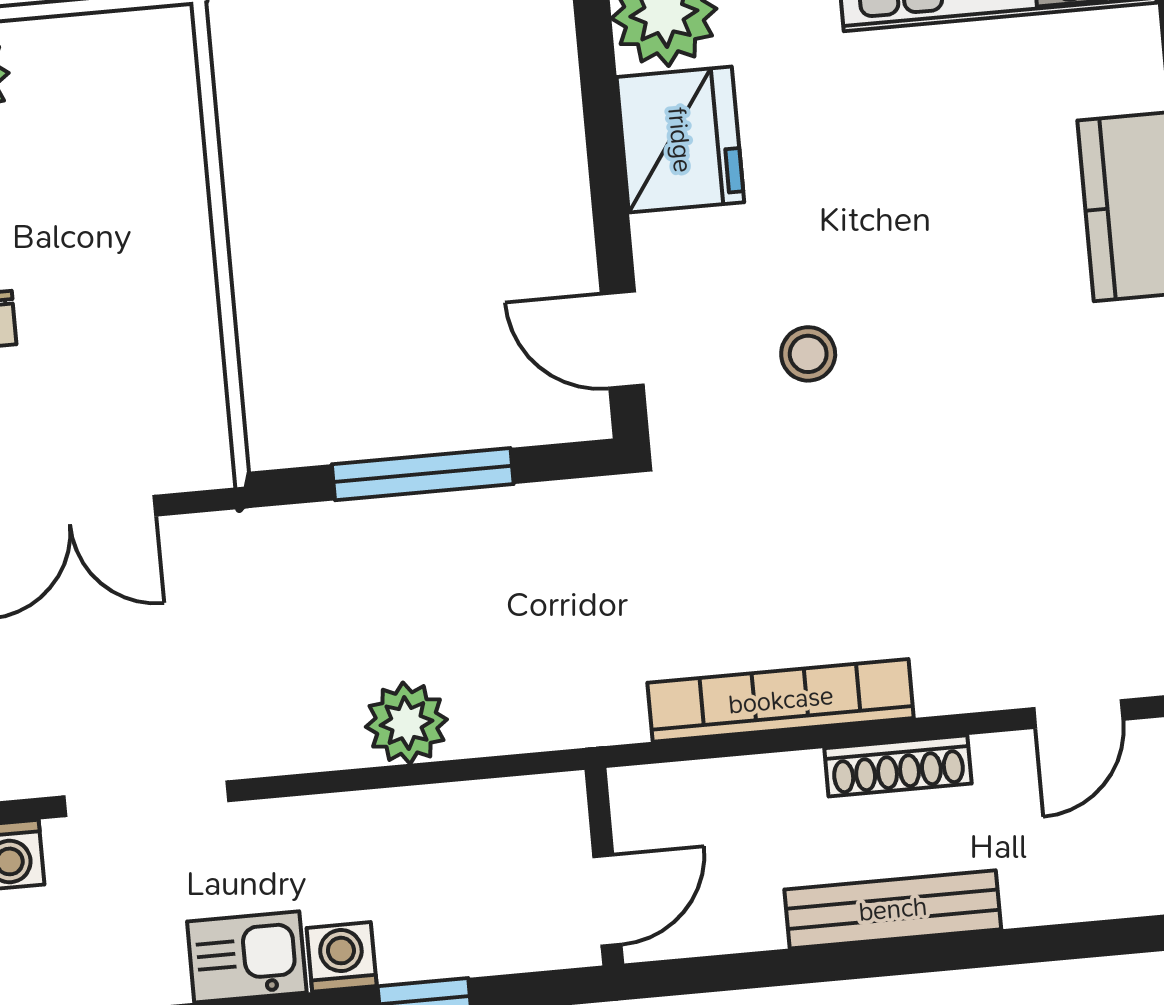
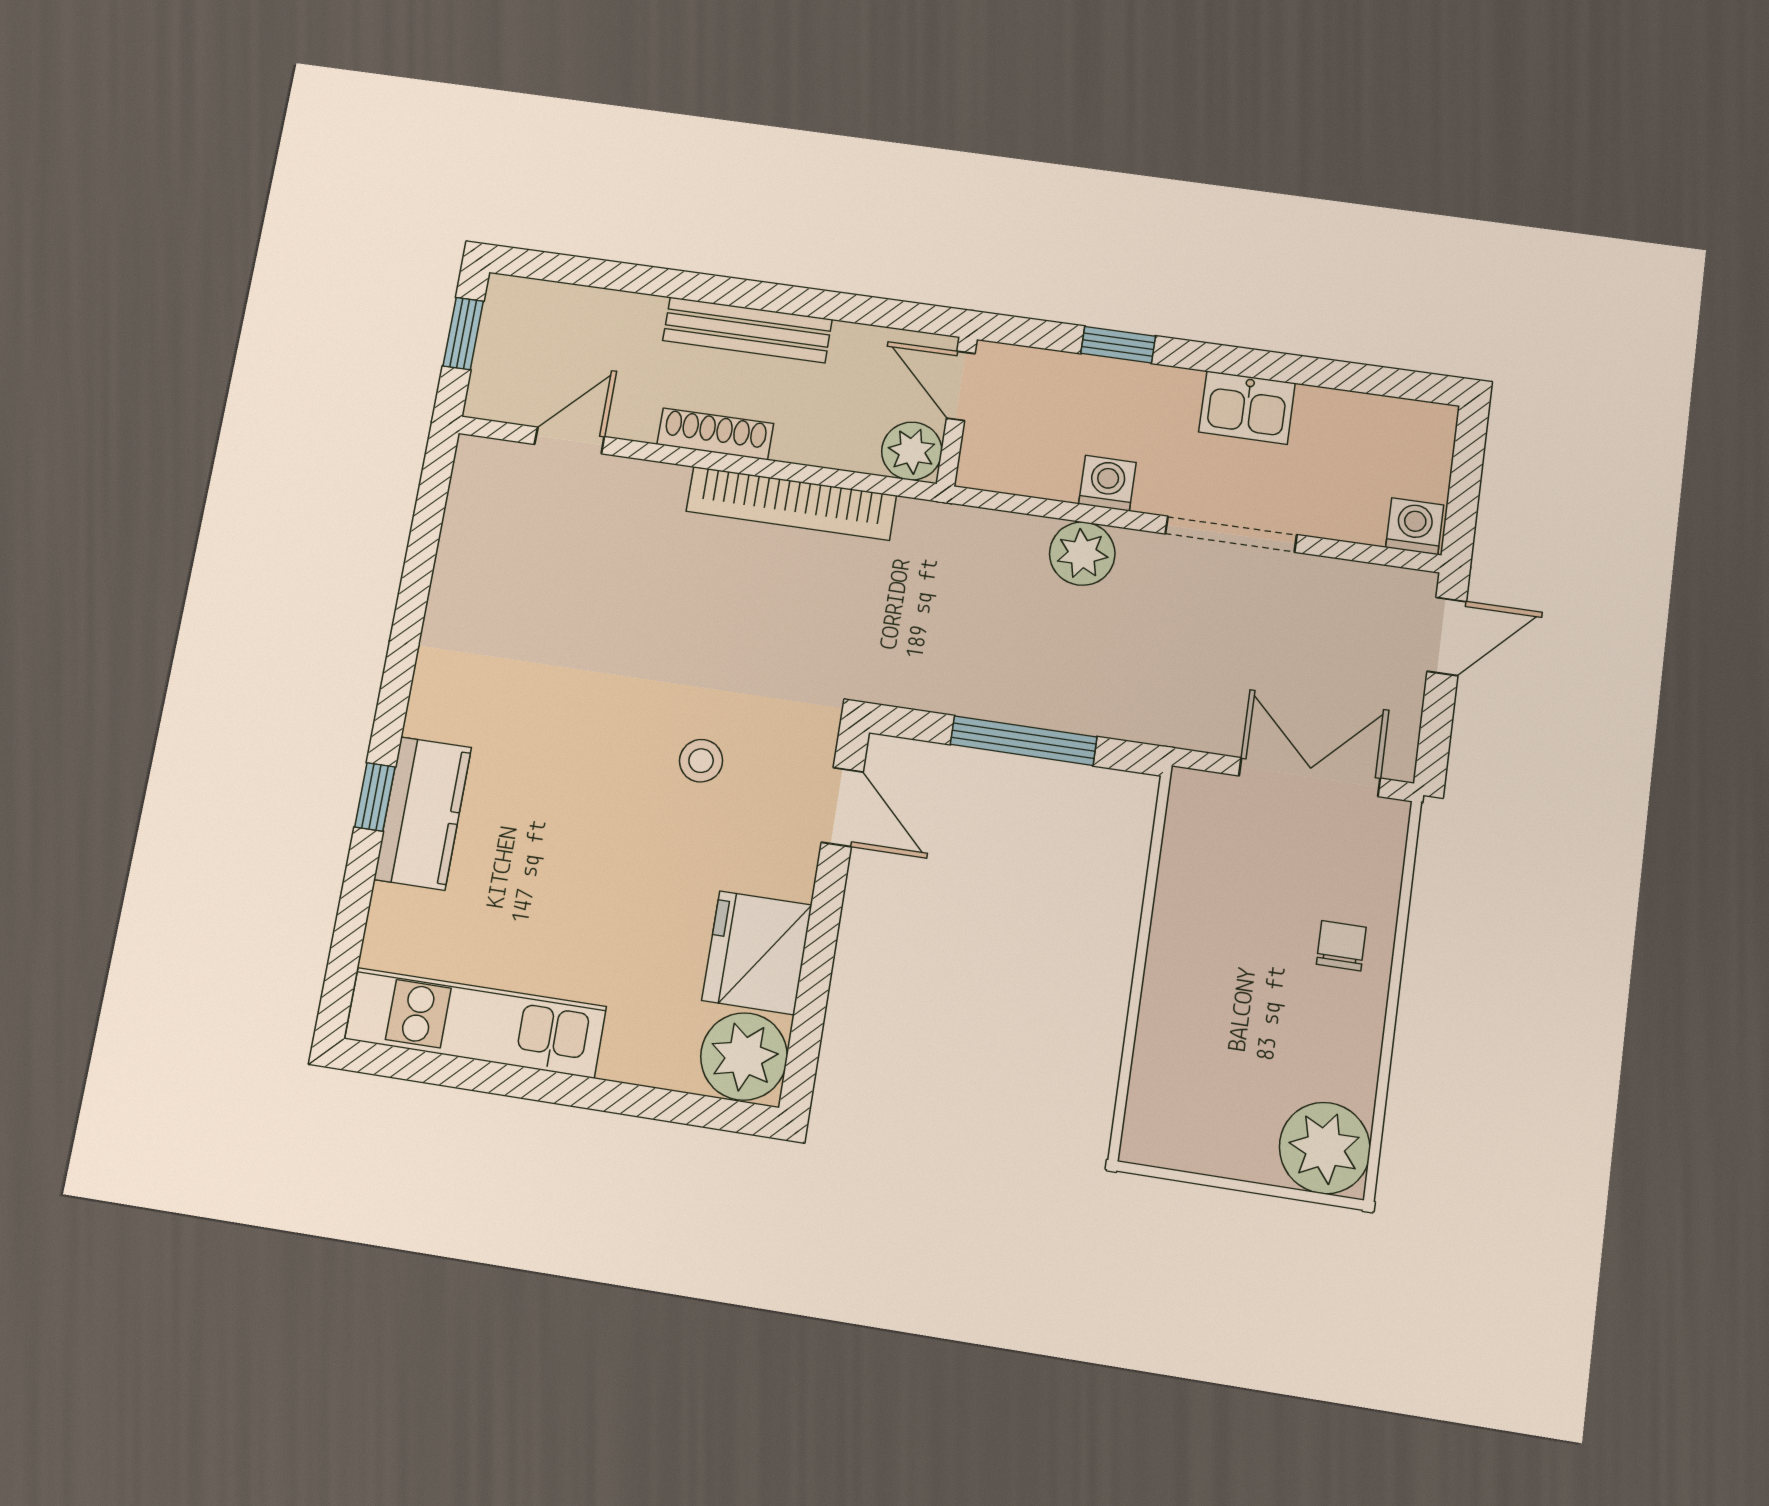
doorway: (147, 799) -> (1231, 534), moved
plant: (648, 802) -> (912, 451), added
door: (607, 900) -> (961, 386), hinge flipped
washing machine: (342, 957) -> (1107, 483), moved, turned 180

